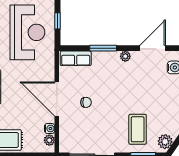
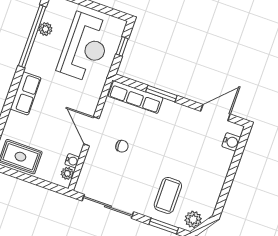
plant: (125, 56) -> (183, 111), removed
row of seats: (76, 58) -> (136, 97), width x1.48
door: (57, 99) -> (91, 131), width x0.73

